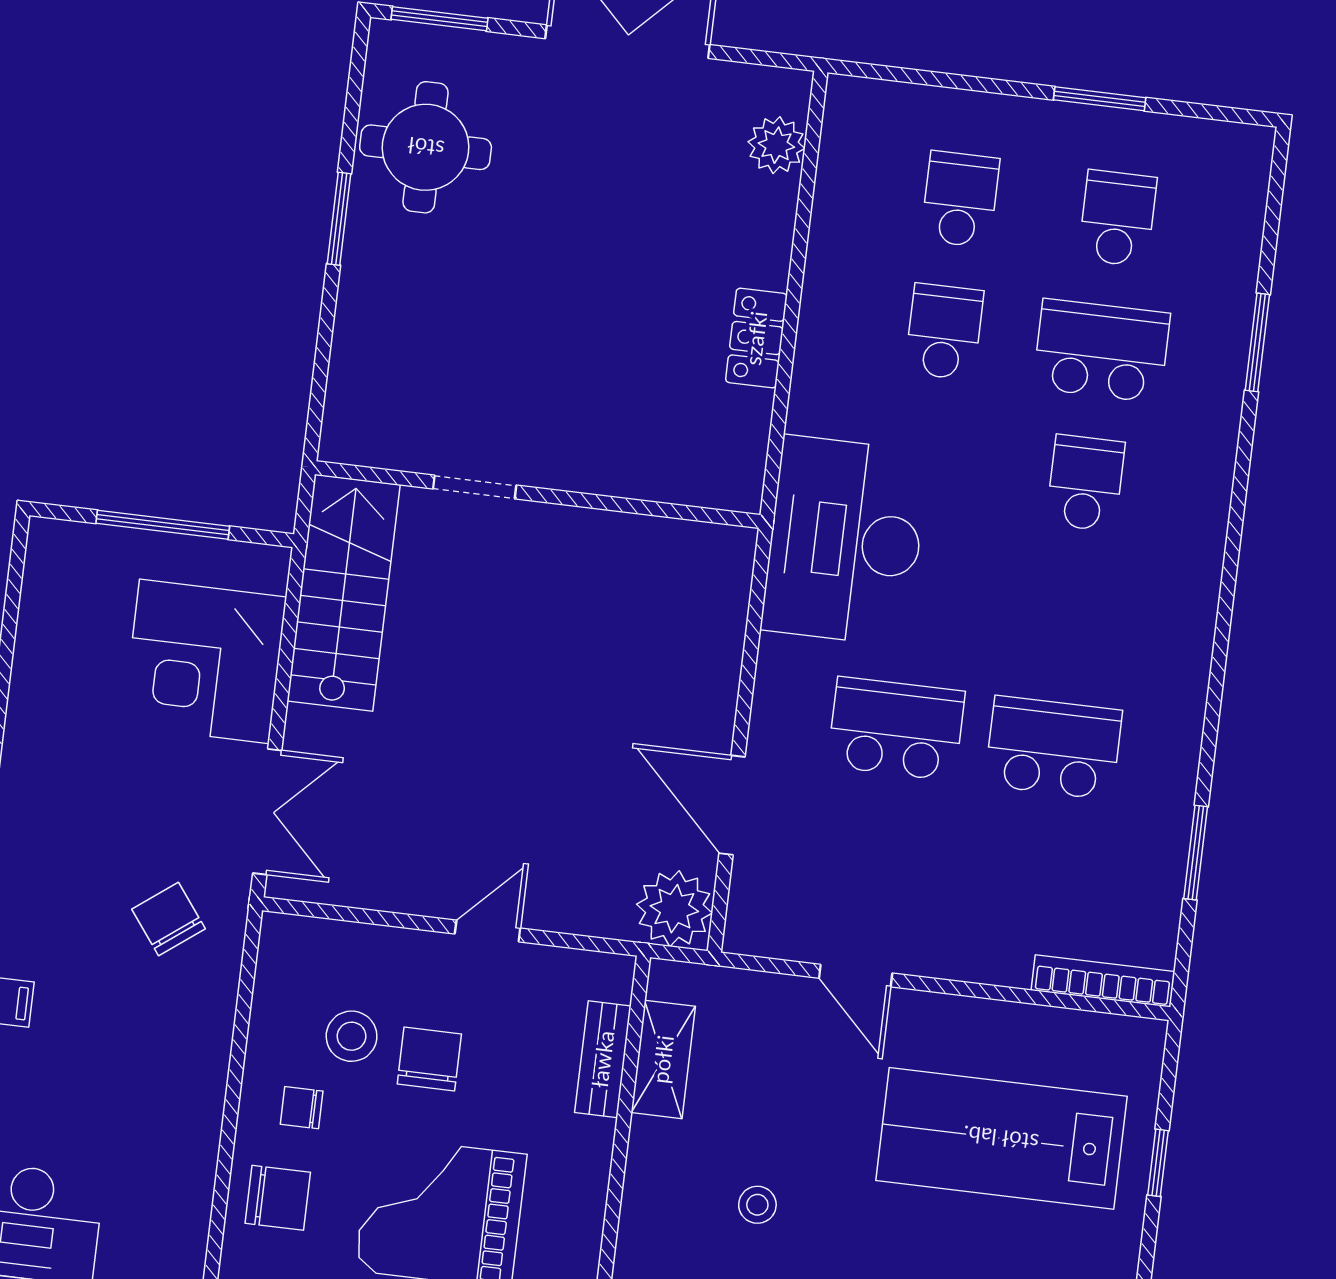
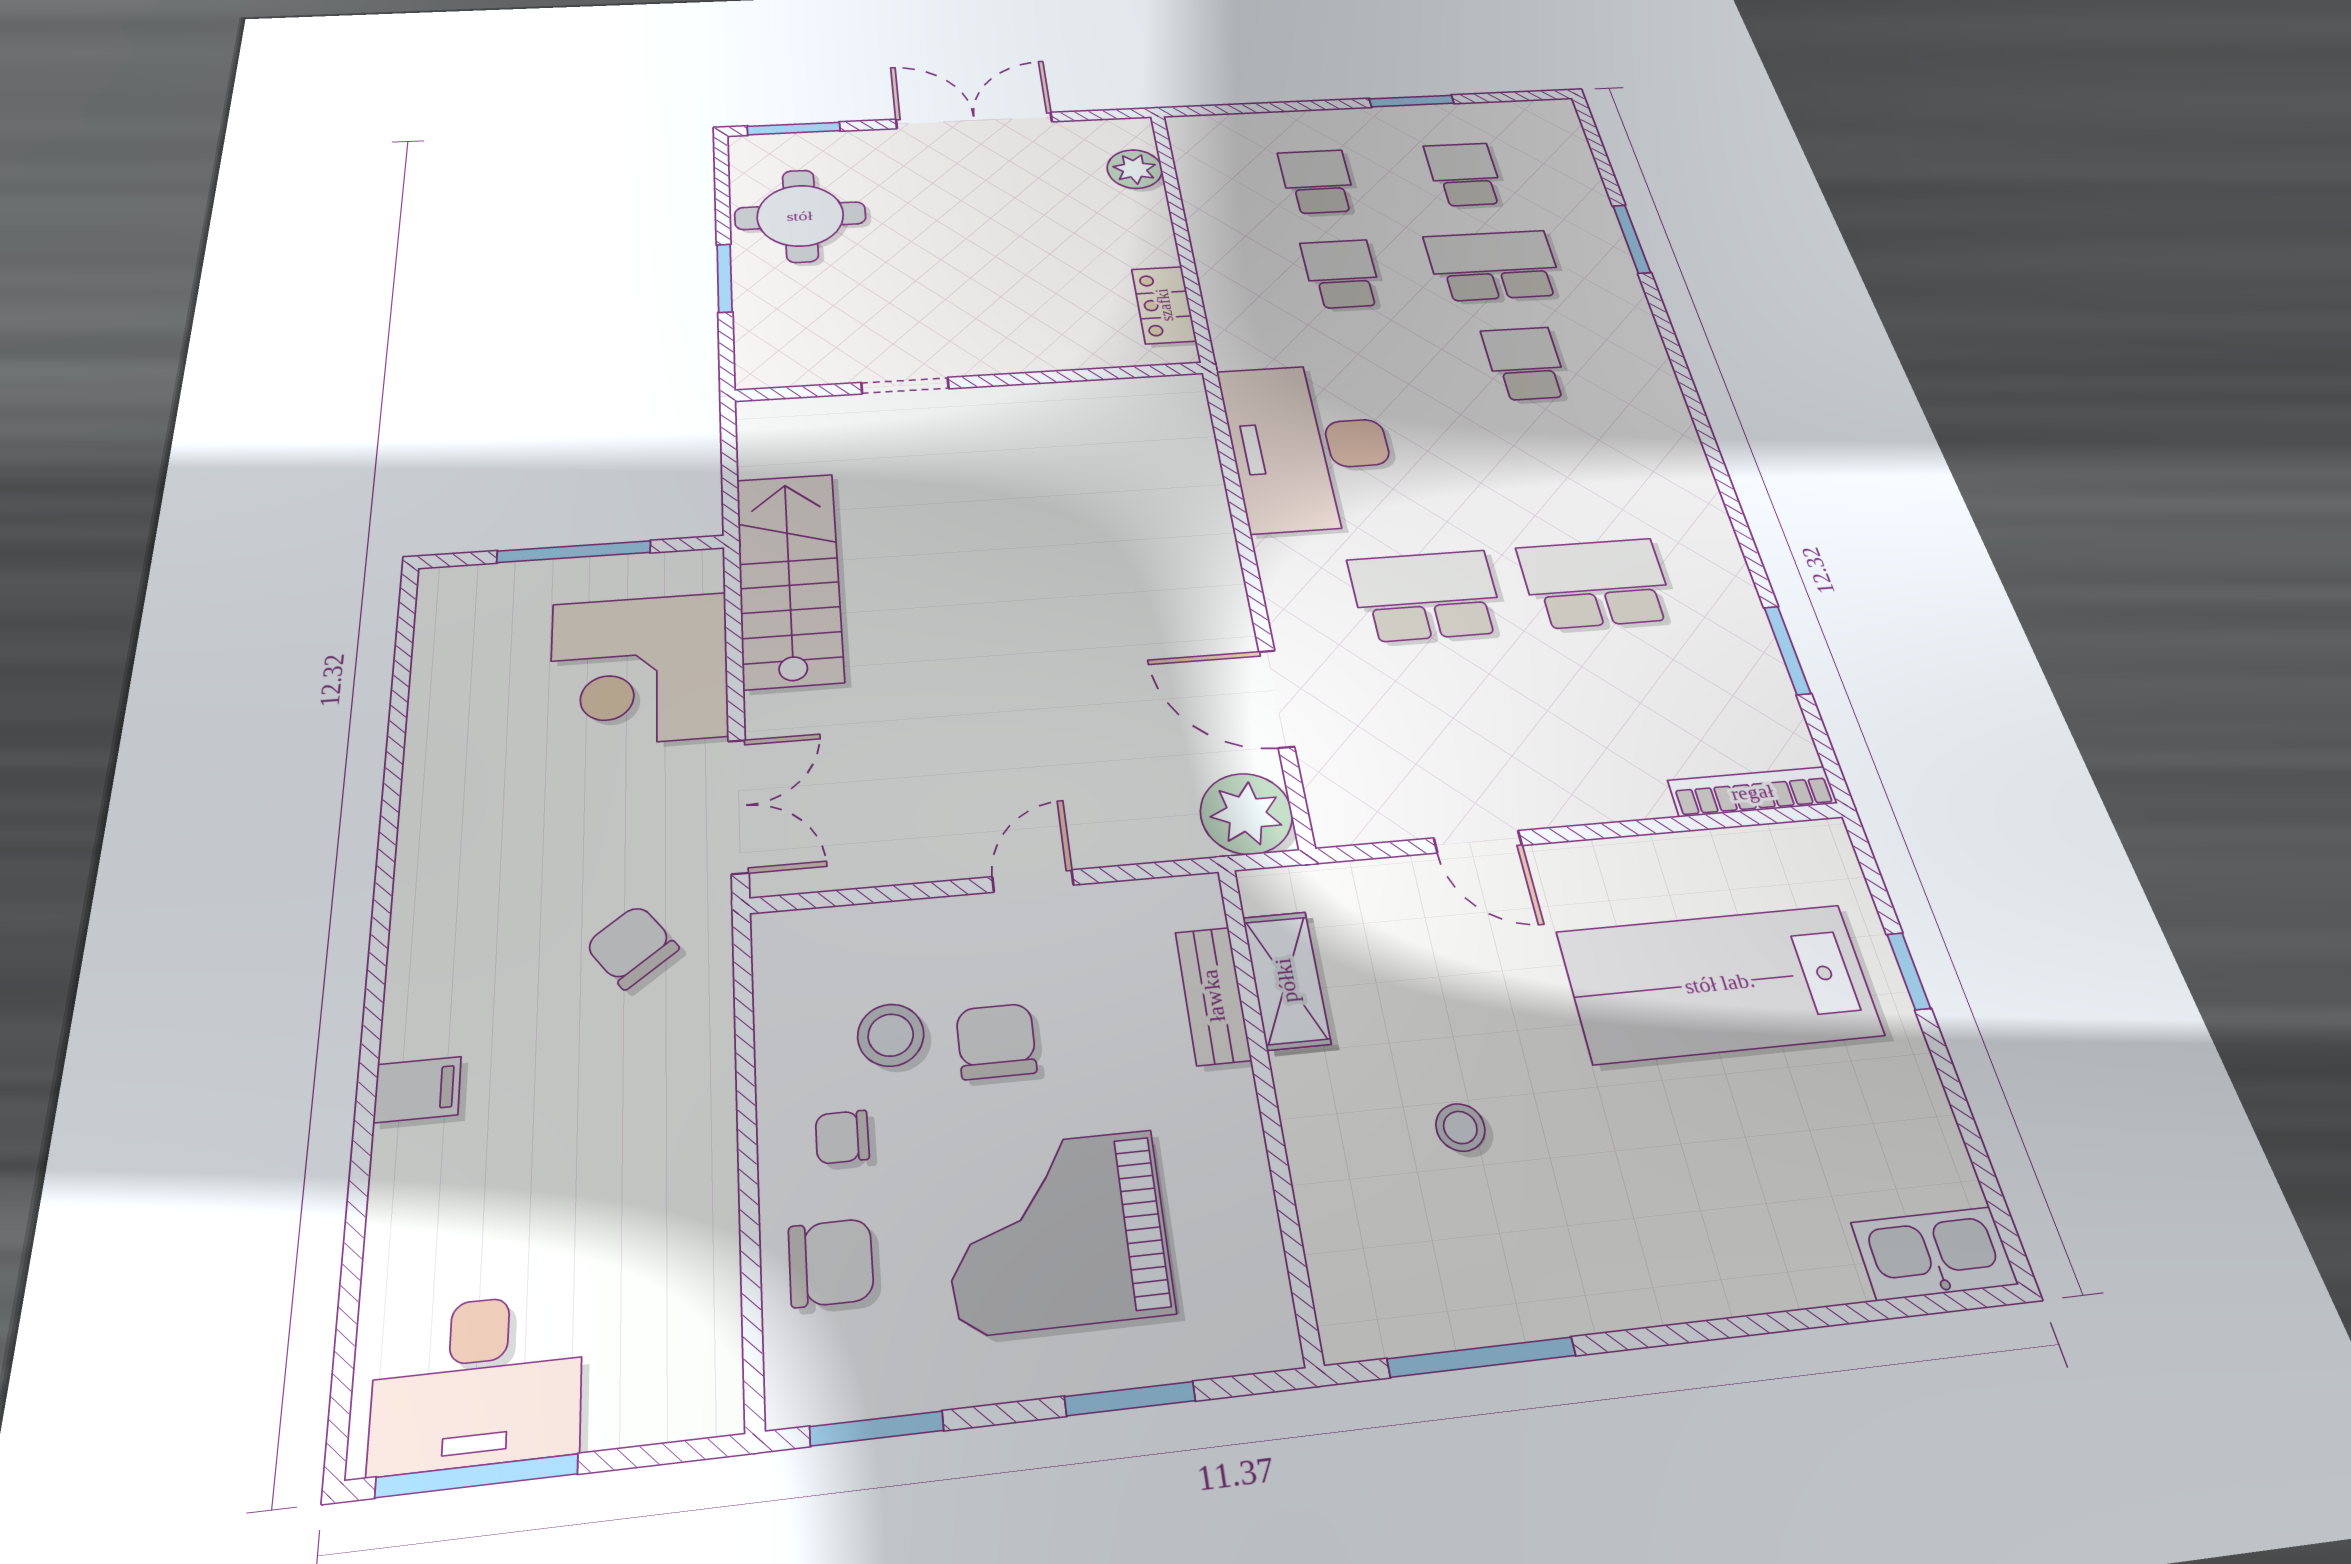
doorway: (475, 487) -> (905, 386), moved
wall: (538, 495) -> (971, 382), moved

